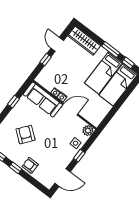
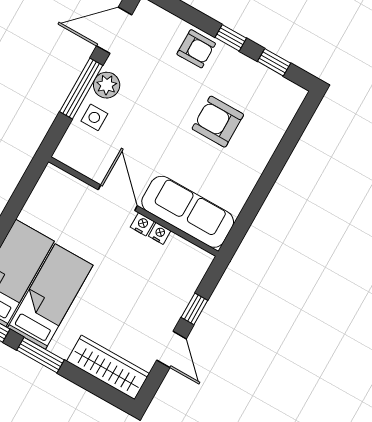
window: (14, 102) -> (258, 197), removed
door: (71, 109) -> (118, 198), swing flipped
plant: (88, 131) -> (107, 85), moved
armchair: (25, 135) -> (218, 122), turned 142
window: (79, 156) -> (81, 89), width x2.17

